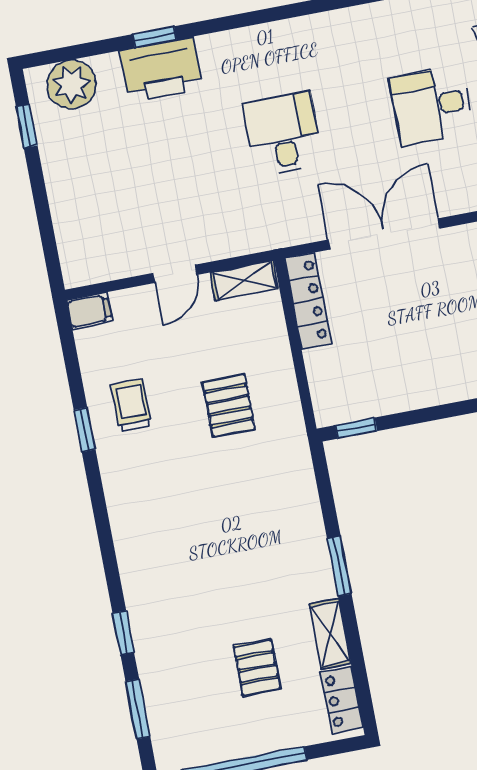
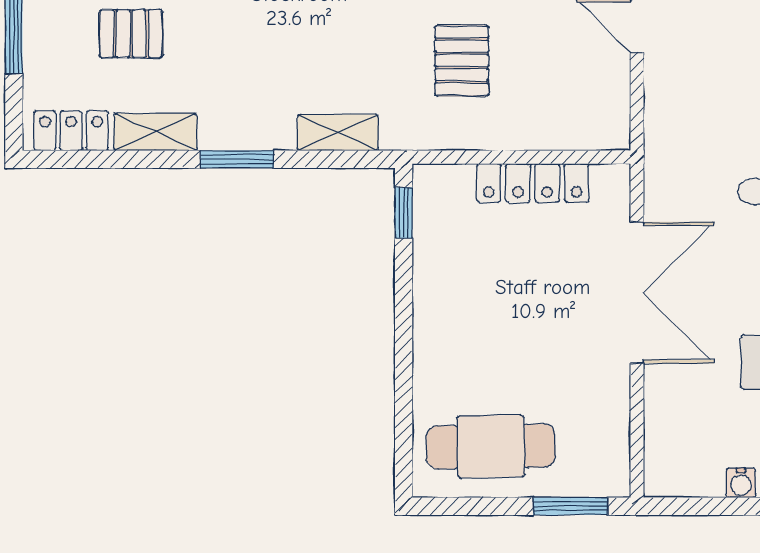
shelving: (244, 281) -> (338, 133), moved, turned 90
locker: (308, 301) -> (533, 183), moved
pallet: (229, 405) -> (462, 60), turned 90

